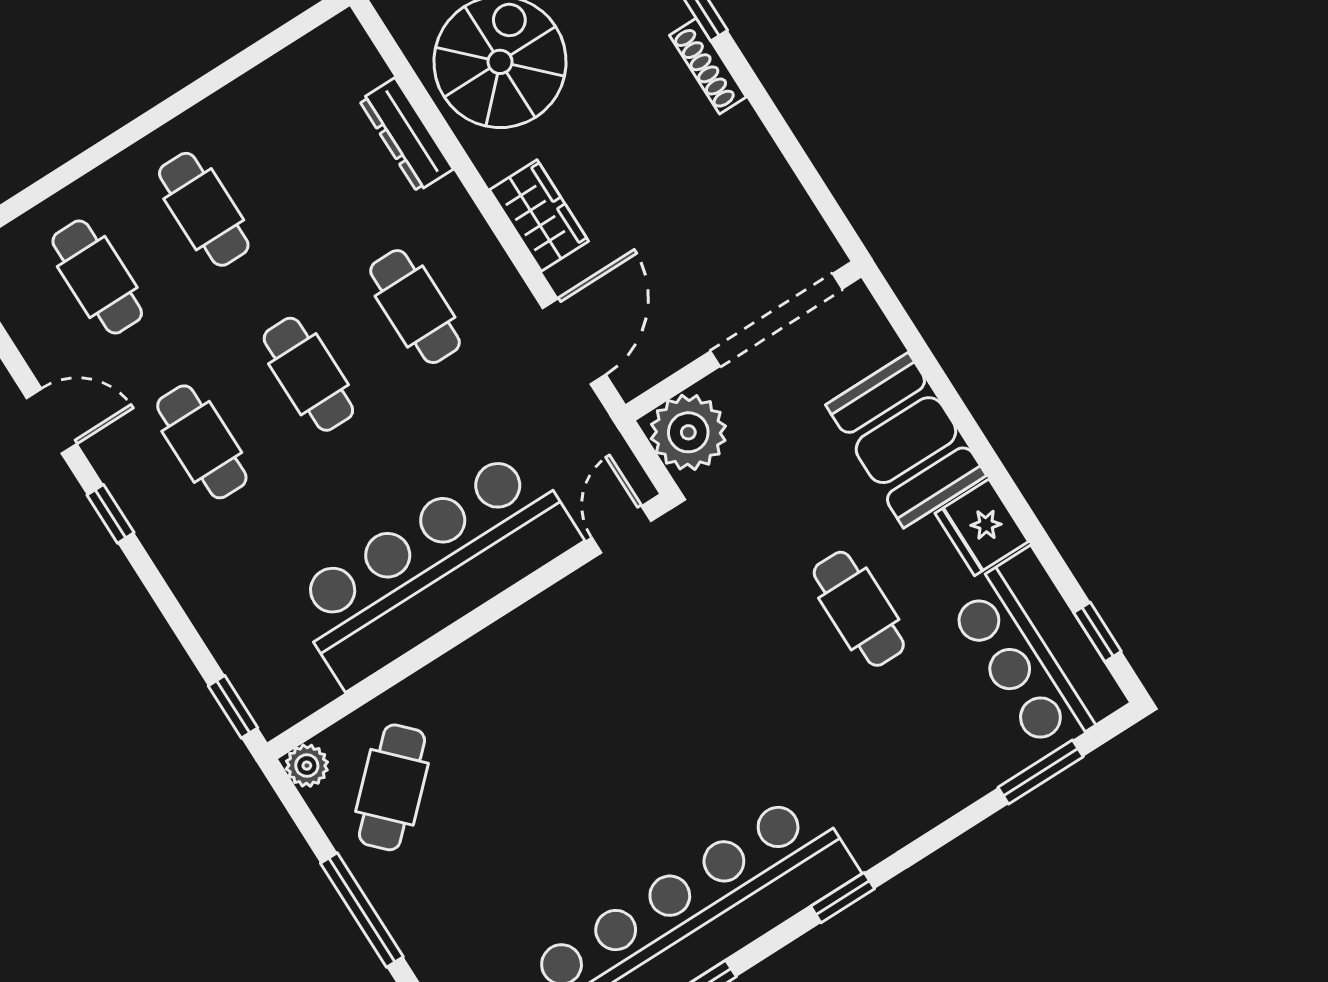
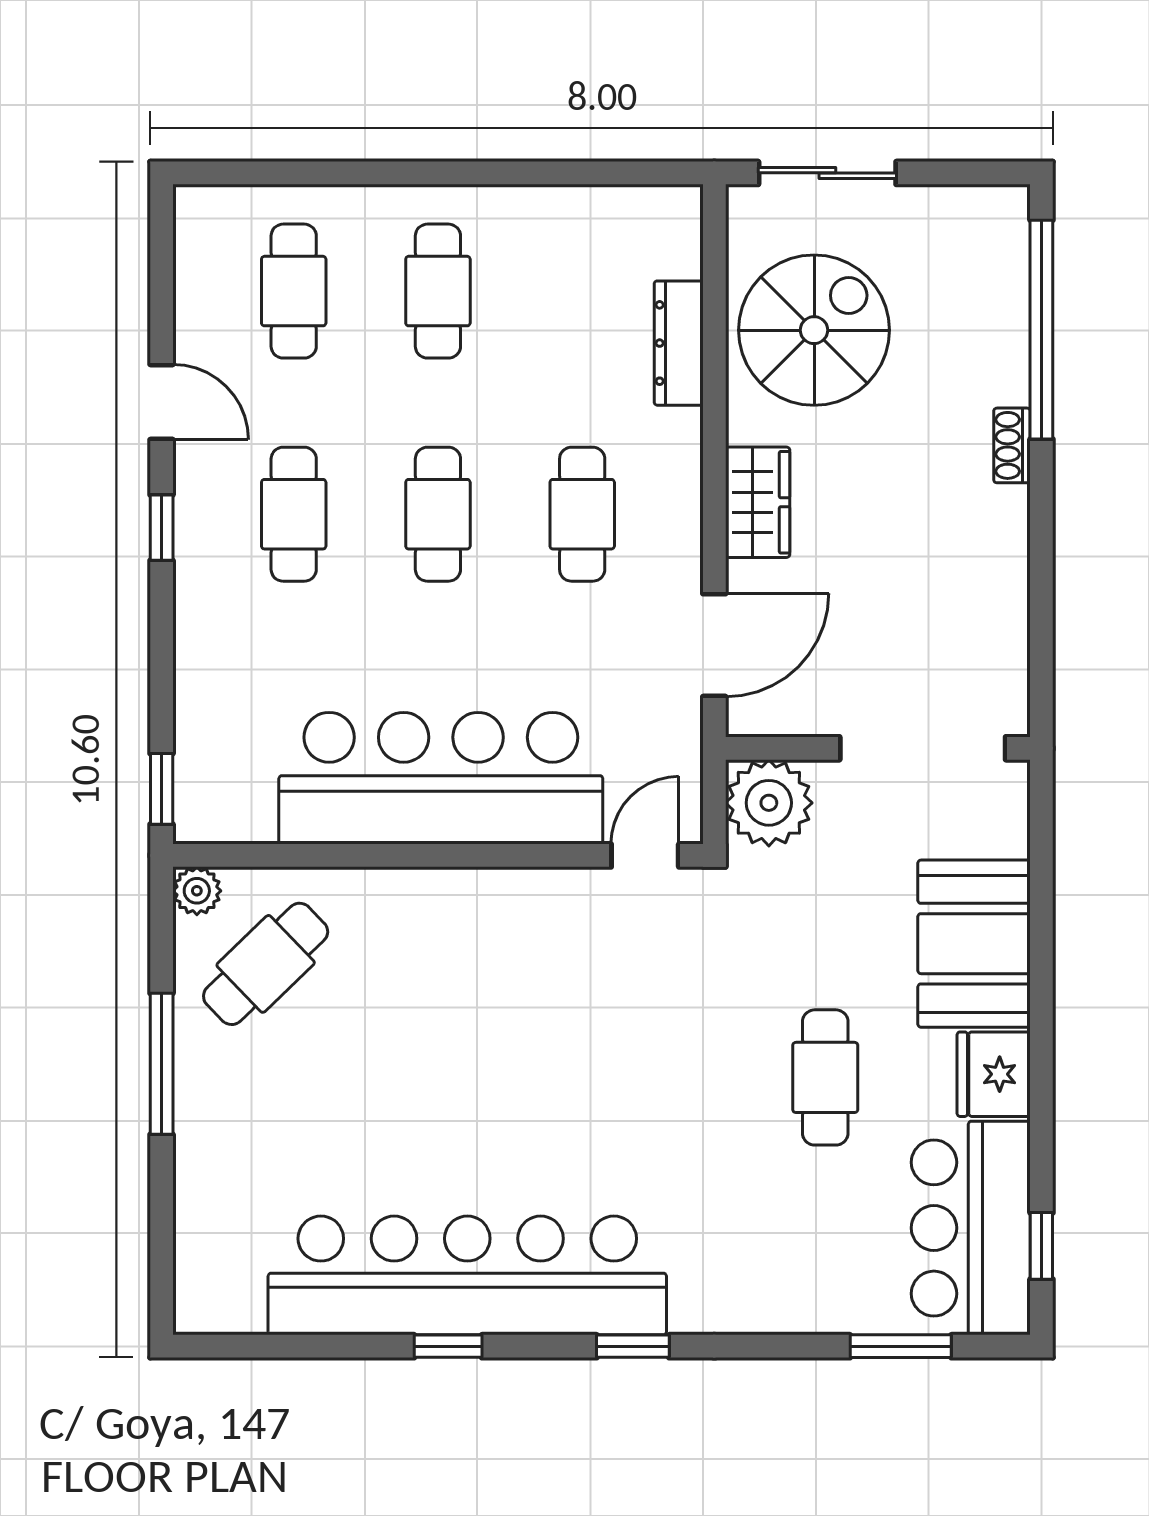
shoe rack: (708, 66) -> (1012, 445), width x0.70

